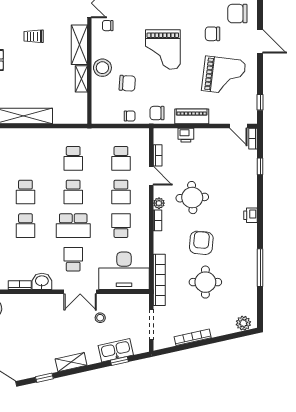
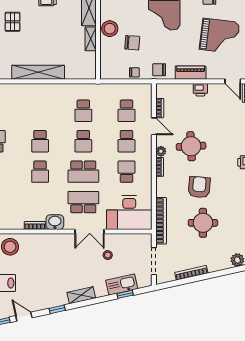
printer: (186, 135) -> (200, 90), moved
school desk: (73, 259) -> (83, 202), width x1.85

